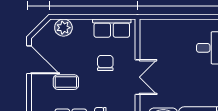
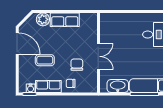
row of seats: (112, 28) -> (65, 20), moved
chair: (105, 63) -> (77, 65), moved

